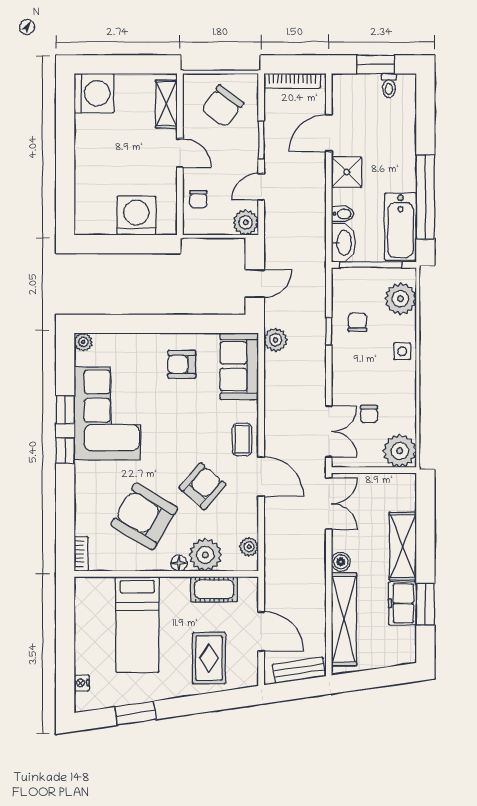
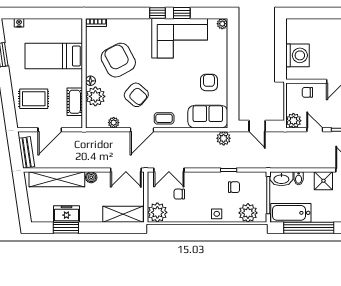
armchair: (144, 516) -> (118, 60), turned -59
shelving: (403, 546) -> (123, 214), moved
plant: (249, 547) -> (114, 123), moved

